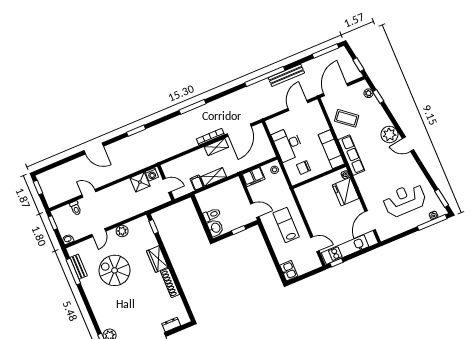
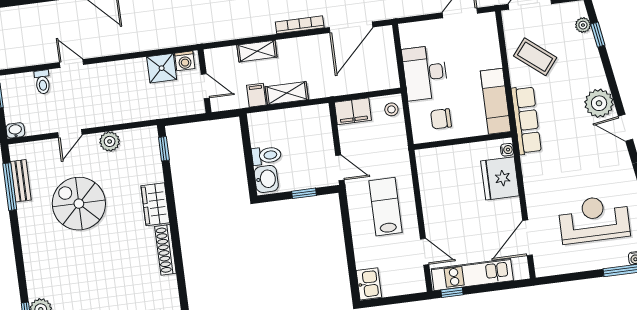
shelving: (216, 147) -> (257, 51), moved

